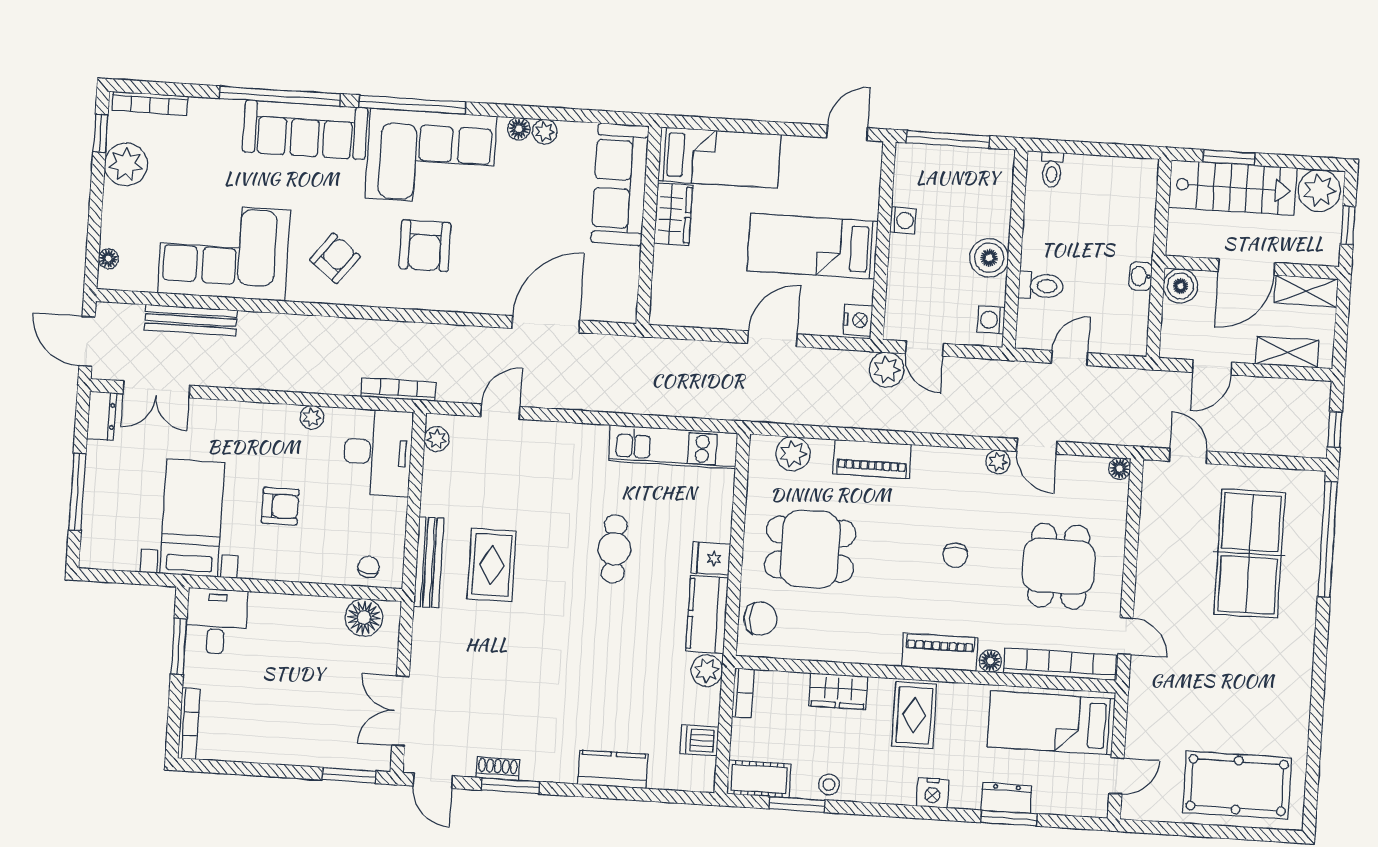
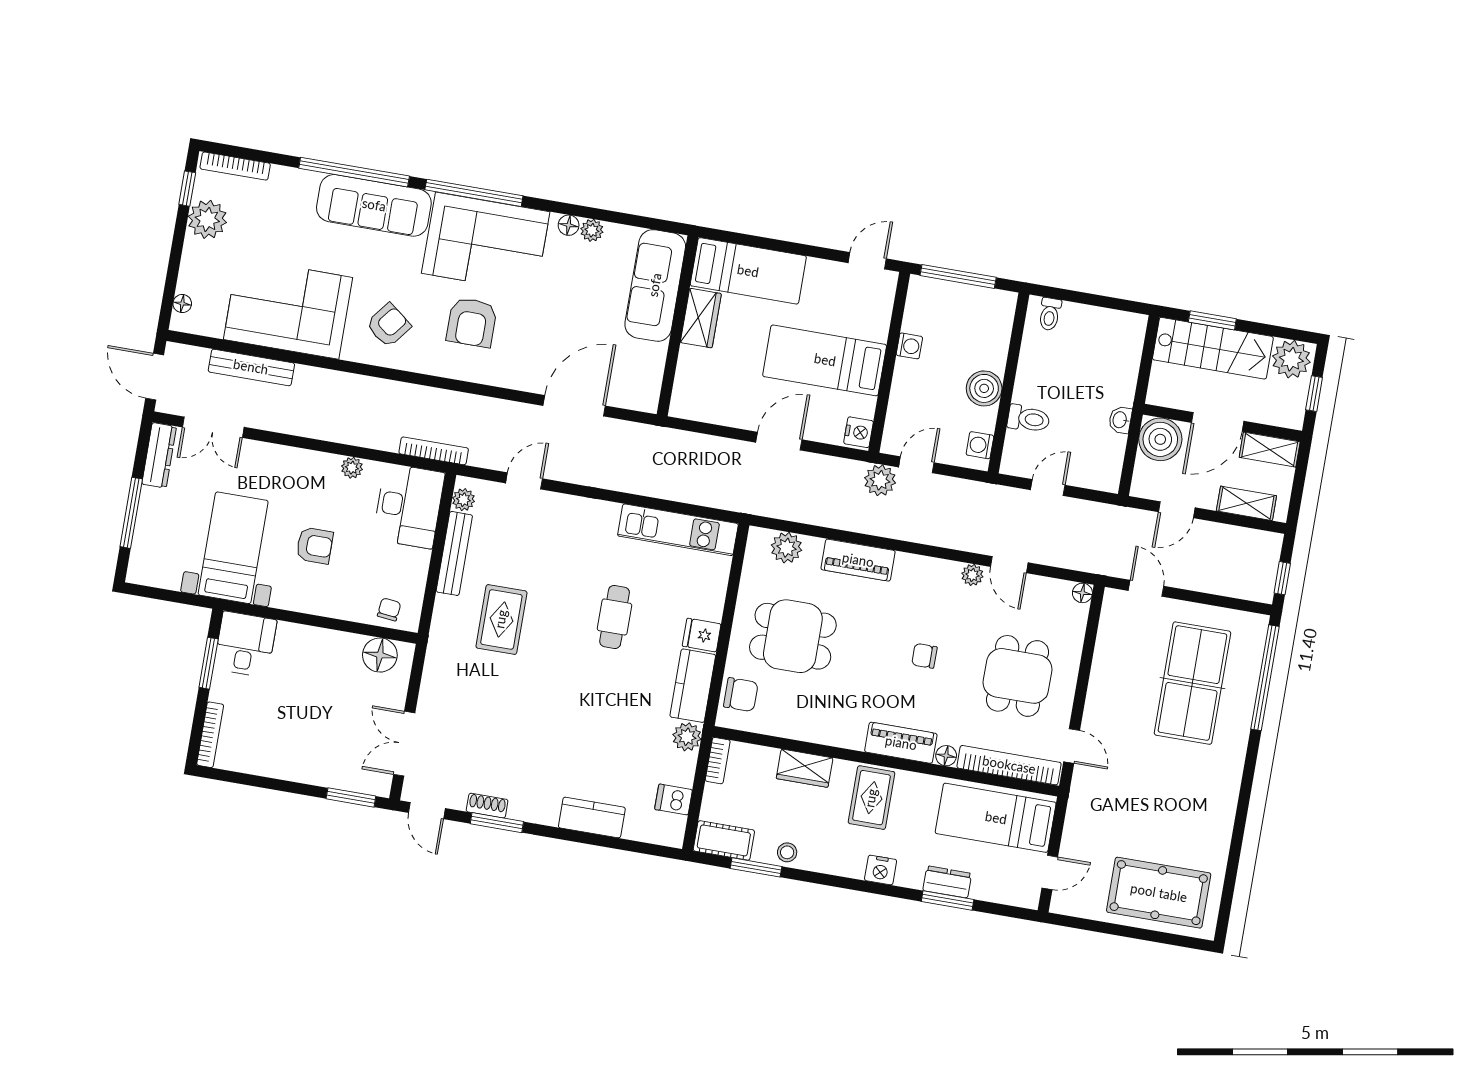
boiler: (1180, 286) -> (1160, 439), width x1.37, depth x1.37
door: (924, 349) -> (916, 465), swing flipped
dresser: (102, 416) -> (159, 455), width x1.44
chair: (955, 555) -> (924, 656), turned 90
bench: (429, 562) -> (454, 553), moved

